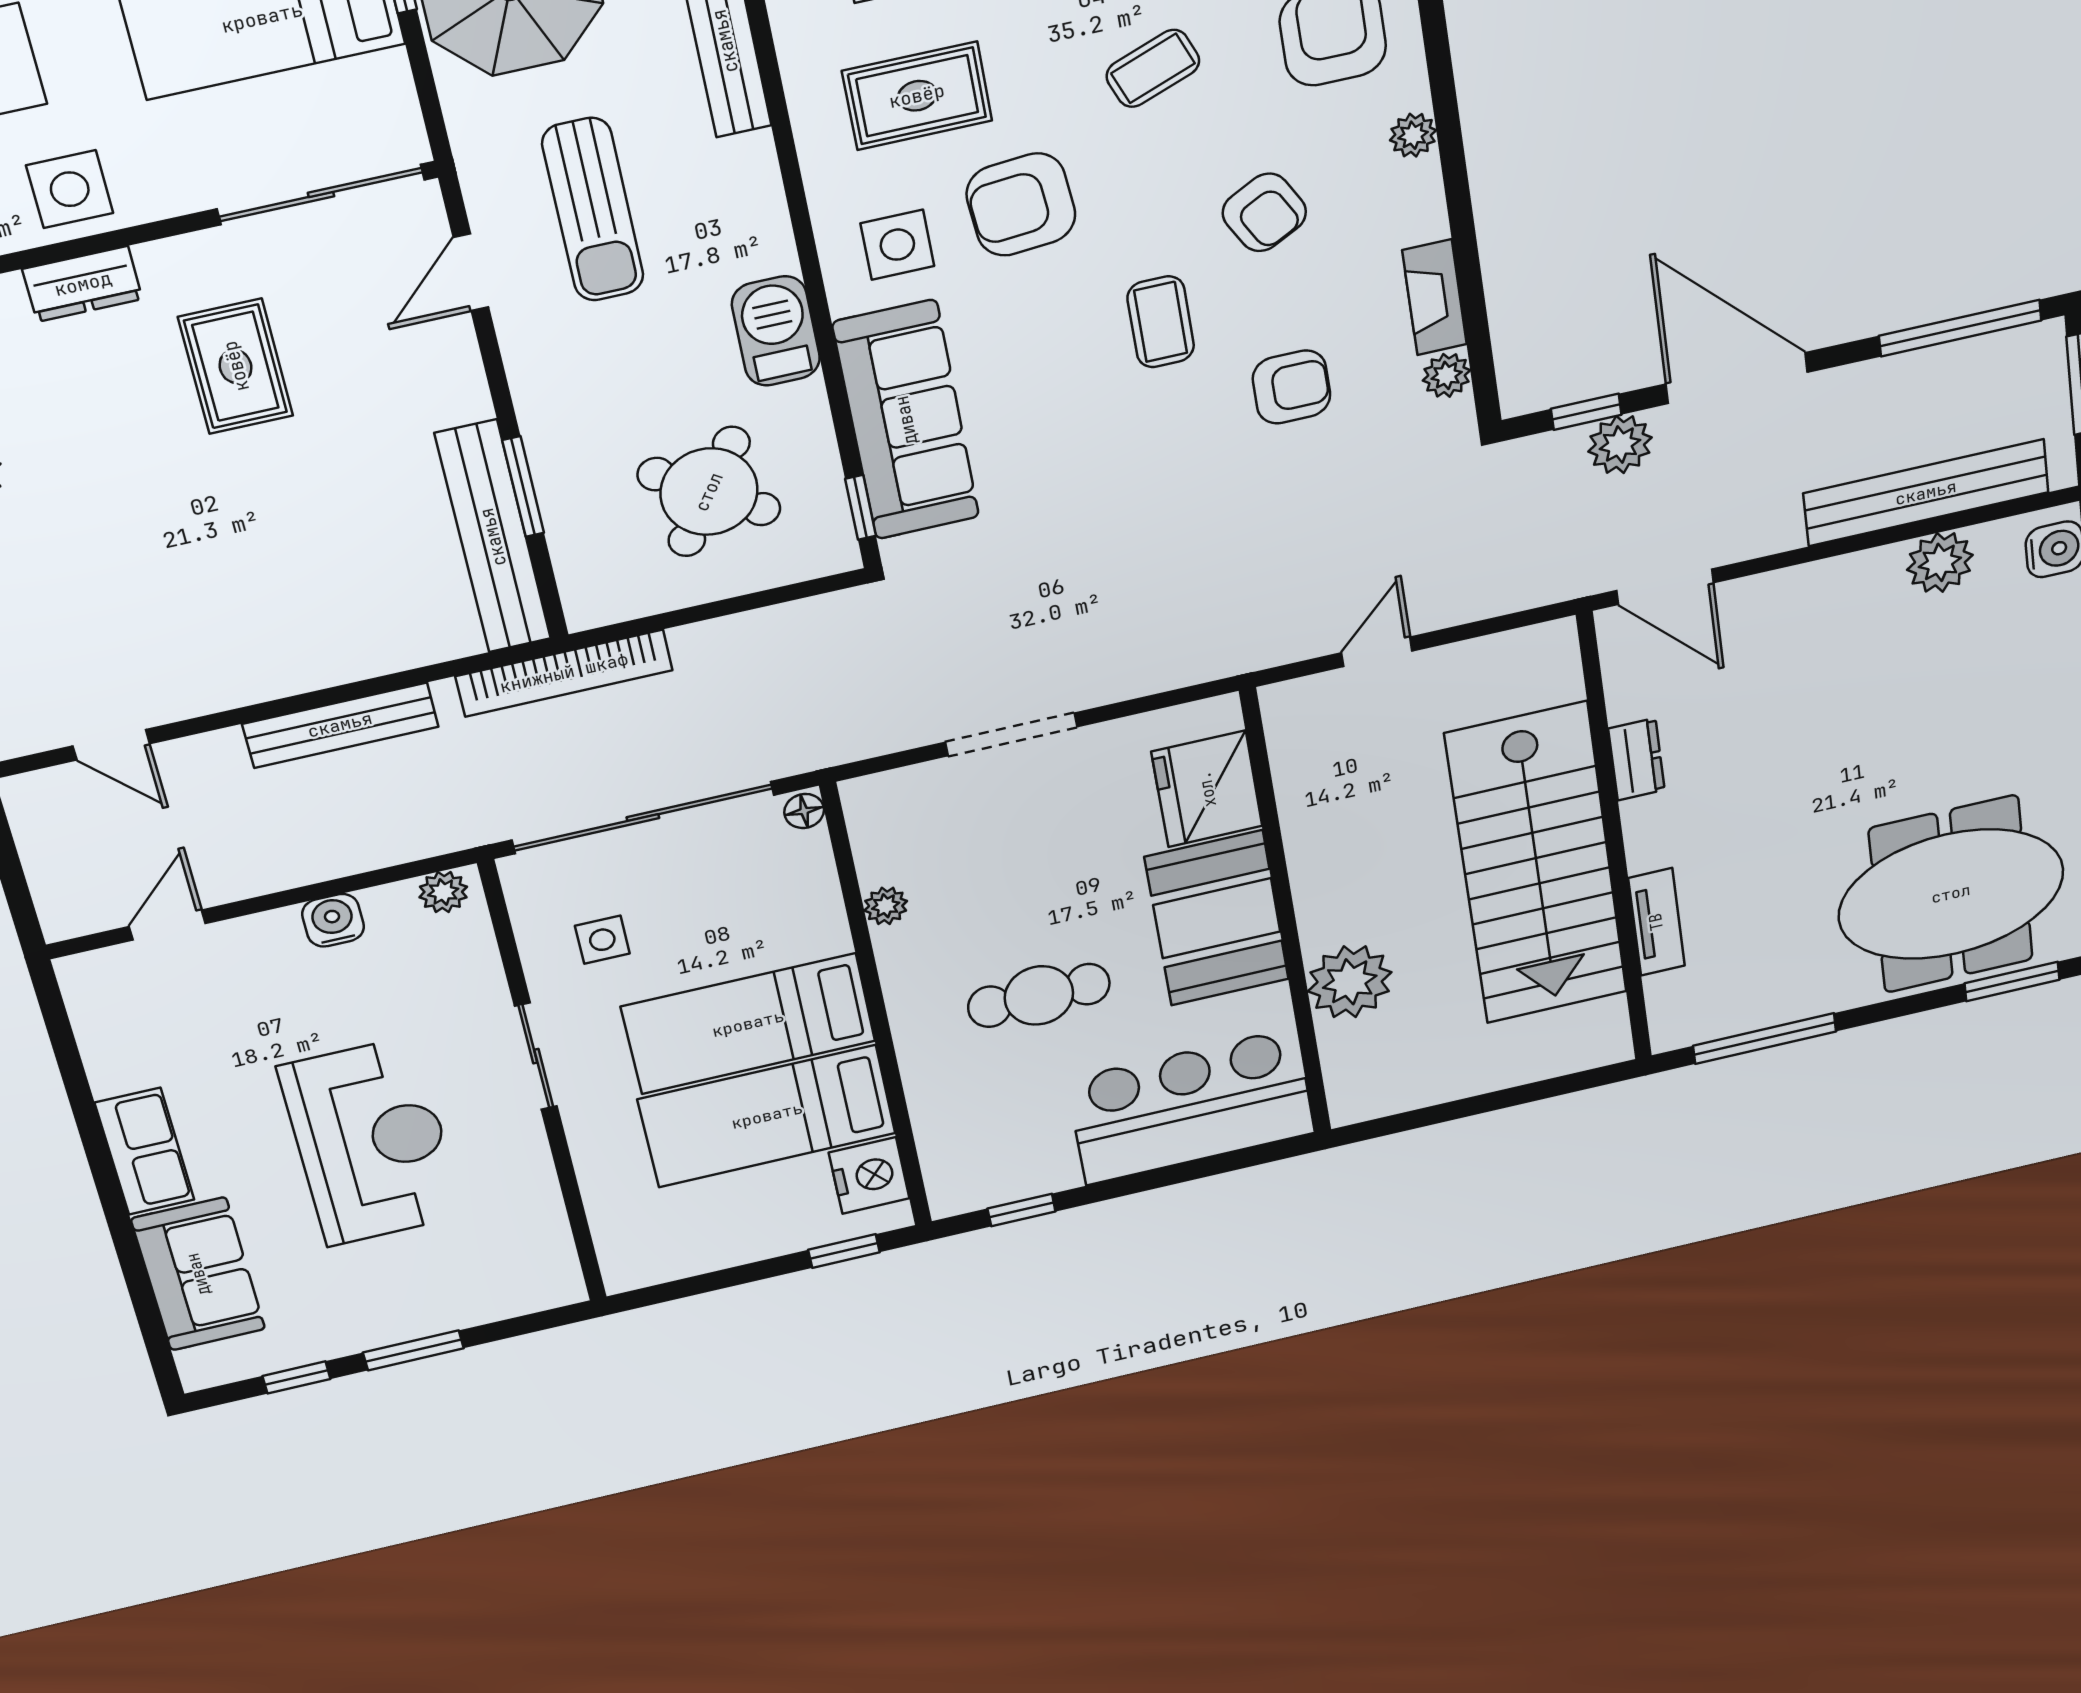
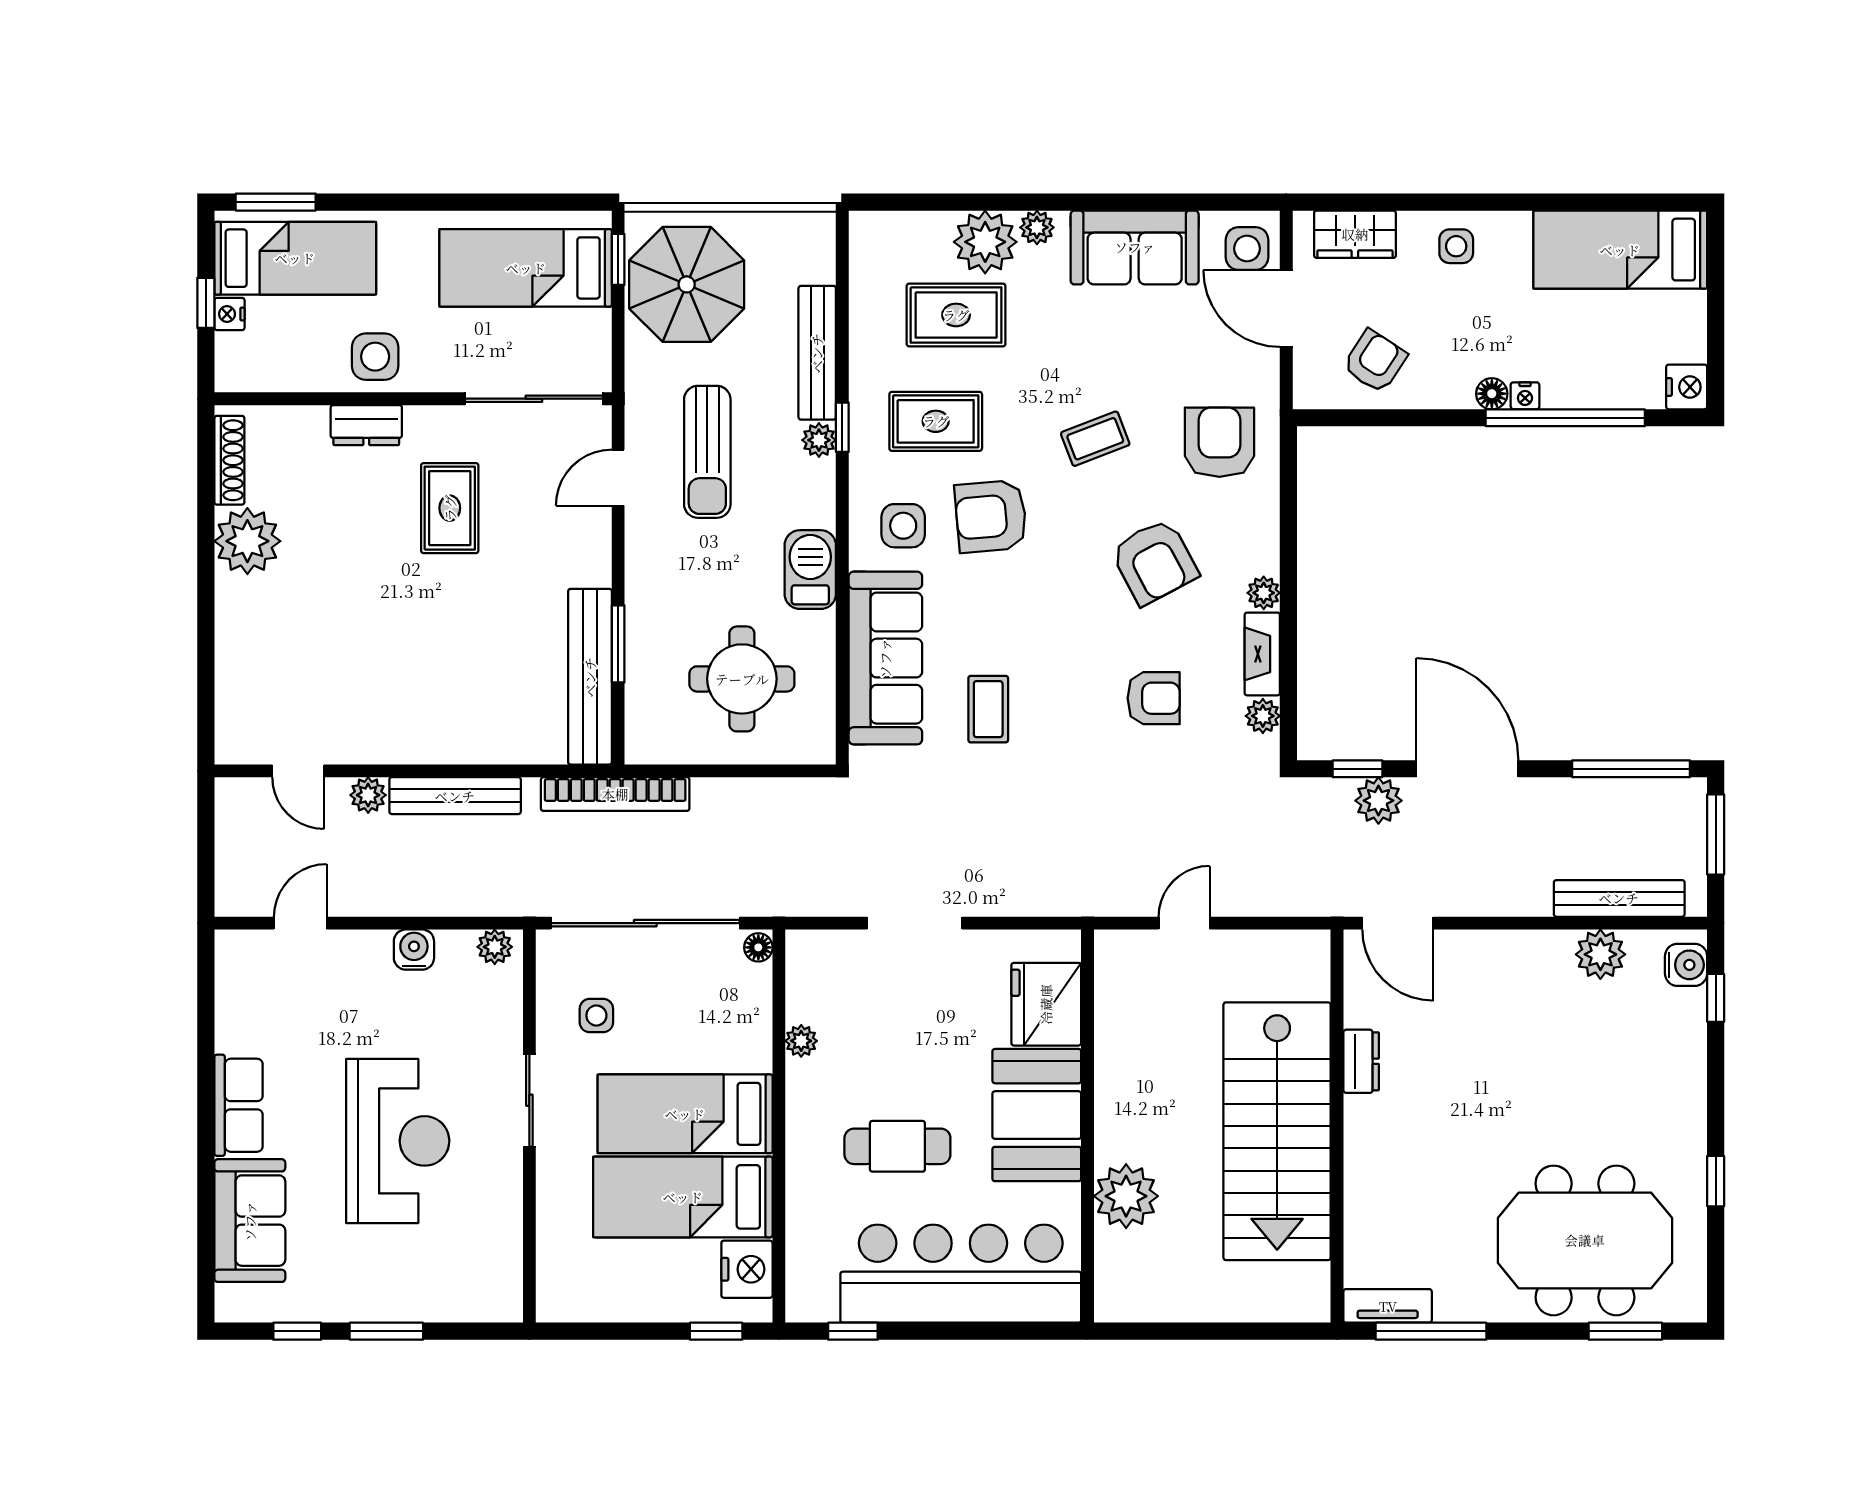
plant: (1413, 135) -> (1264, 593), moved
plant: (752, 158) -> (819, 440), added
armchair: (1264, 212) -> (1154, 562), width x1.38, depth x1.38
coffee table: (1161, 322) -> (988, 709), moved
round table: (709, 492) -> (742, 679), turned -34
bench: (1926, 493) -> (1619, 898), width x0.73, depth x0.82
window: (861, 507) -> (842, 427), moved
plant: (218, 752) -> (368, 795), added
tv unit: (1656, 922) -> (1388, 1306), moved, turned -90
bar counter: (1191, 1106) -> (961, 1274), width x1.36

